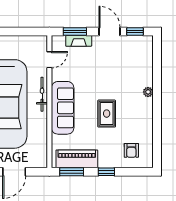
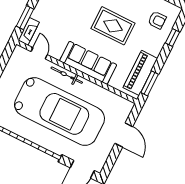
fireplace: (79, 41) -> (29, 31), moved
rug: (107, 114) -> (113, 26), width x1.36, depth x1.43
window: (106, 172) -> (172, 37), moved

